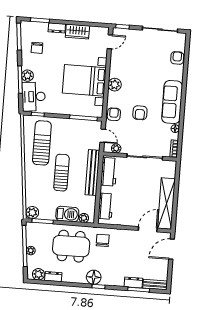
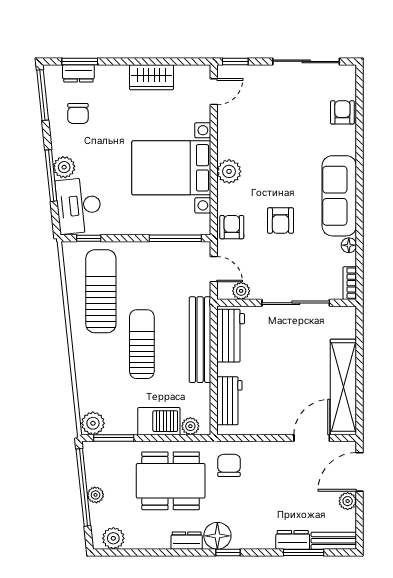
dresser: (57, 28) -> (78, 73), moved
plant: (164, 264) -> (348, 501), added
dresser: (53, 277) -> (187, 541), moved

